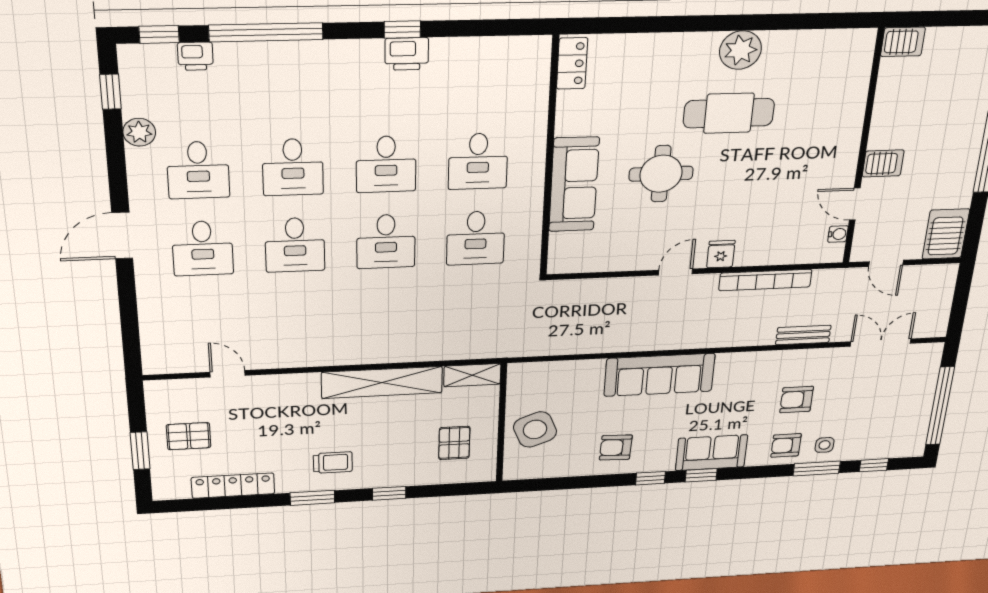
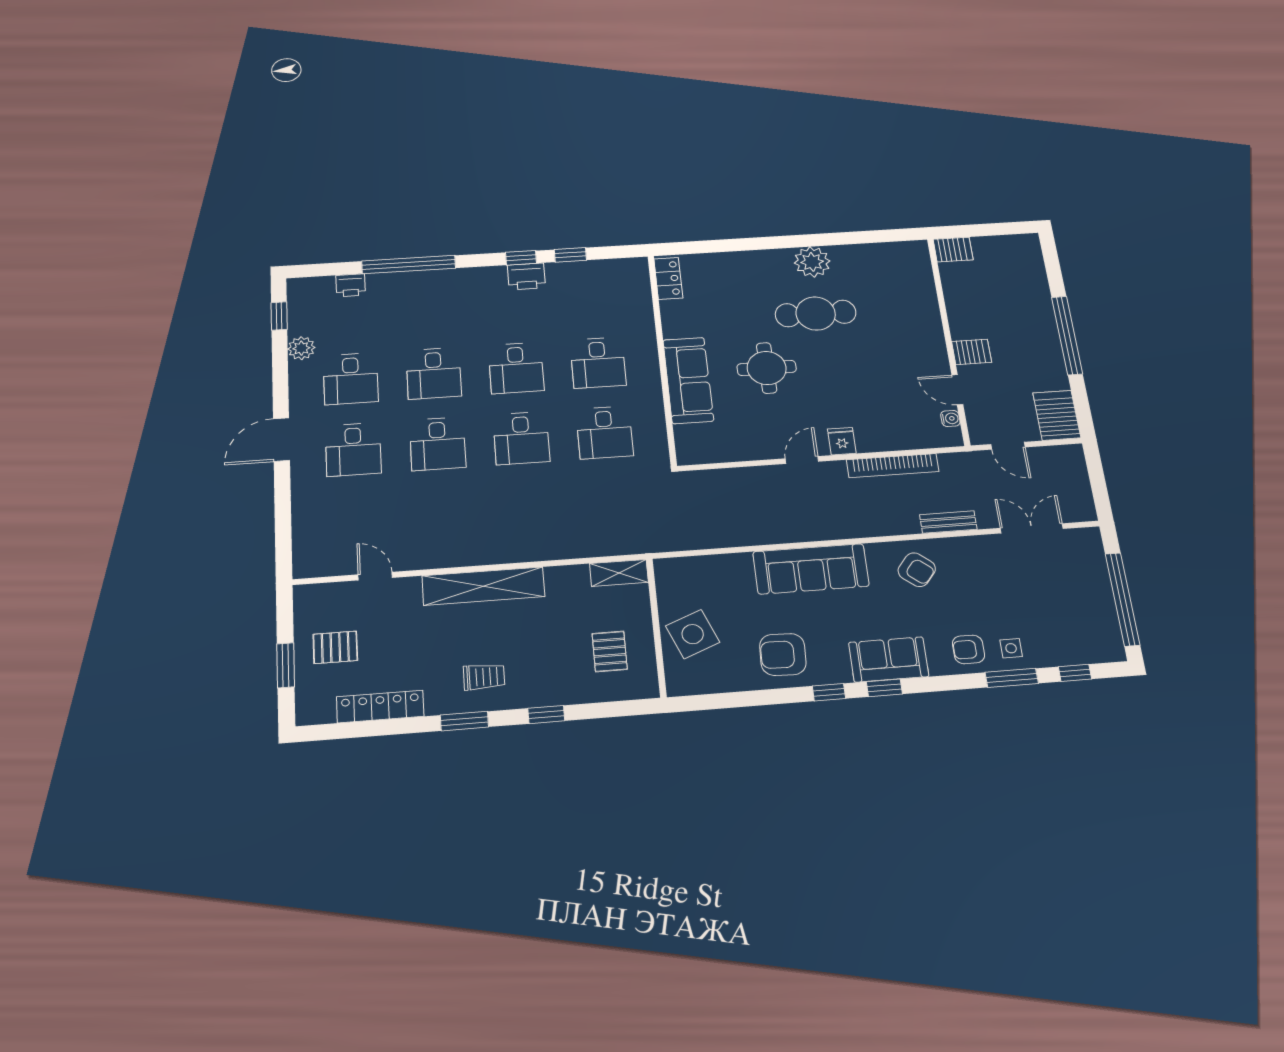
window: (159, 34) -> (570, 255), moved
shelving: (382, 382) -> (483, 586), moved
armchair: (797, 400) -> (917, 570), moved, turned -141
armchair: (616, 447) -> (783, 654), width x1.38, depth x1.38

